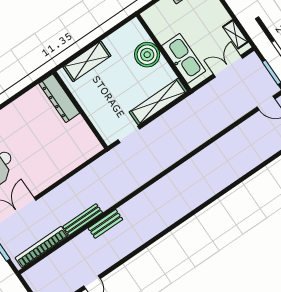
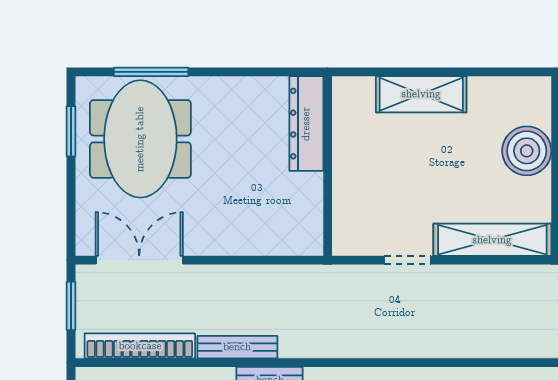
dresser: (59, 98) -> (306, 124), moved
wall: (80, 110) -> (328, 166), moved

